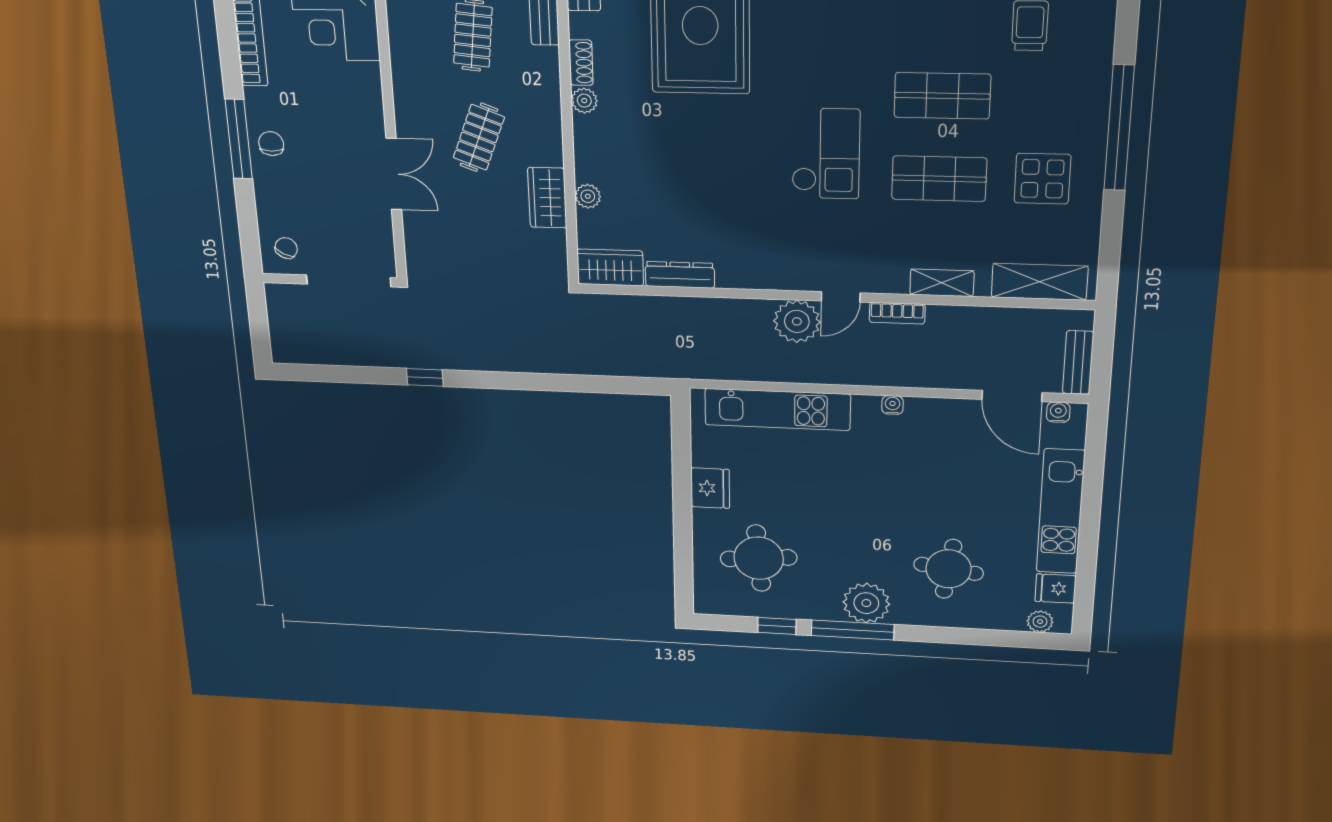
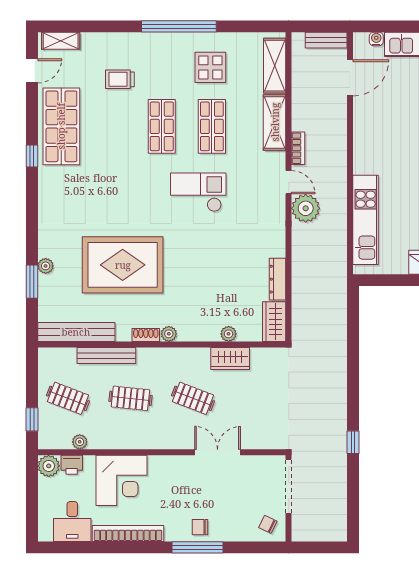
shelving: (942, 283) -> (275, 122), width x1.50, depth x1.33
water cooler: (893, 405) -> (359, 149), removed
water cooler: (1058, 412) -> (376, 39), moved, turned 90

